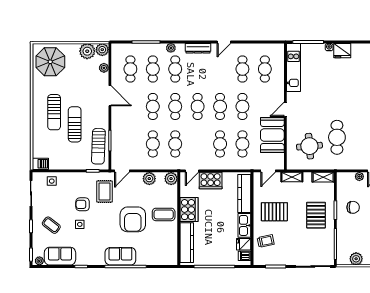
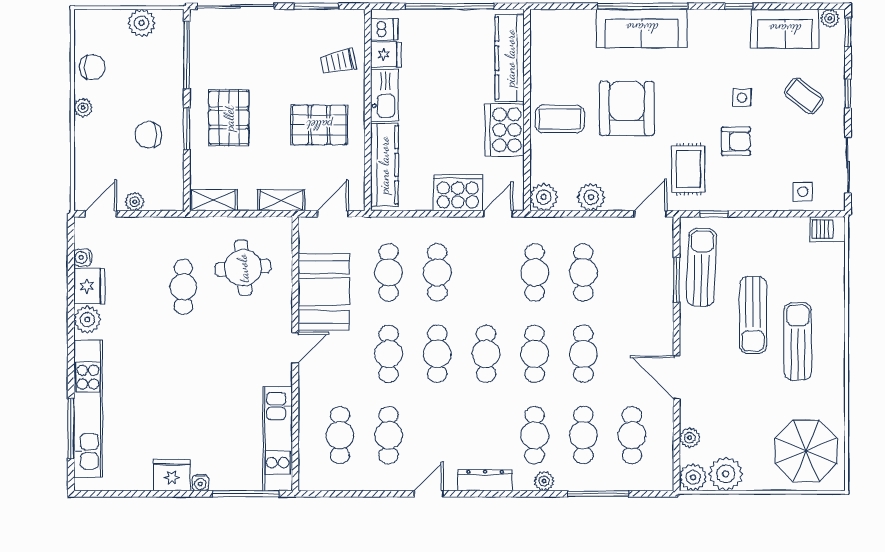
cafe table: (337, 137) -> (183, 287), width x0.73, depth x0.74
sofa: (120, 256) -> (642, 28), width x1.36

